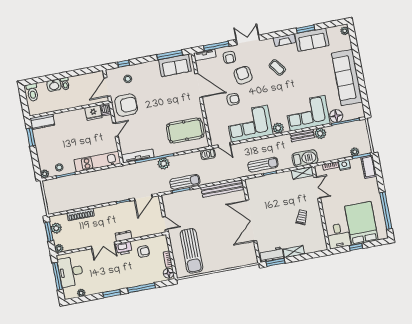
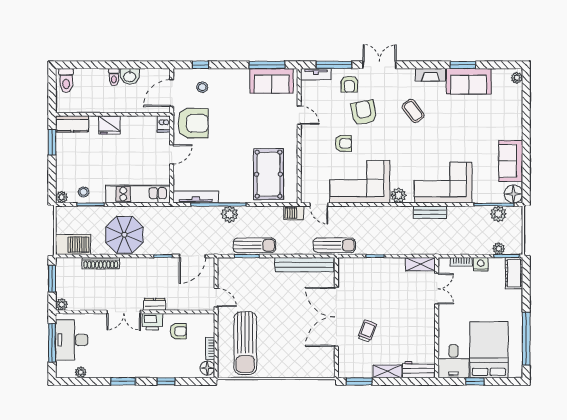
sofa: (347, 78) -> (511, 161), width x0.54, depth x0.79
washbasin: (54, 85) -> (130, 76), moved
door: (199, 85) -> (299, 115), width x0.53
fridge: (93, 113) -> (109, 125), moved
floor lamp: (336, 116) -> (513, 194), moved
pool table: (185, 131) -> (268, 174), turned 90
plant: (320, 133) -> (498, 214), moved
barbecue: (305, 158) -> (73, 244), moved
sun lounger: (263, 165) -> (334, 245), moved
parasol: (93, 192) -> (124, 235), added
trolley: (302, 217) -> (367, 331), moved
plant: (56, 228) -> (63, 276), removed
workbench: (272, 255) -> (419, 370), moved
window: (141, 288) -> (166, 381), width x0.46

